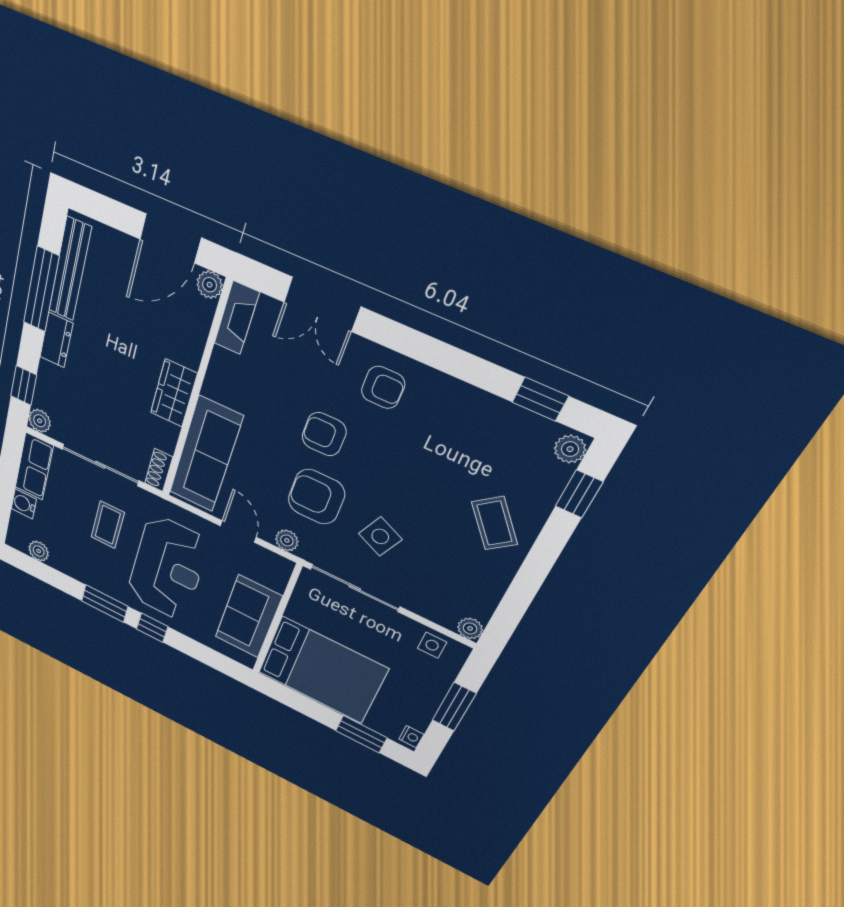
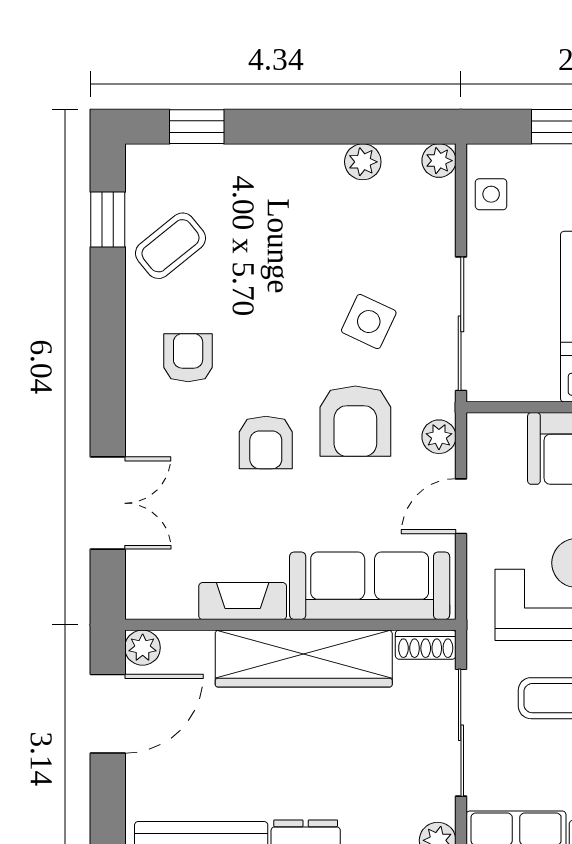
door: (170, 238) -> (108, 714), hinge flipped
fireplace: (237, 318) -> (243, 601), moved
armchair: (383, 387) -> (188, 358), moved
wardrobe: (174, 393) -> (304, 659), width x2.10, depth x1.17
plant: (570, 449) -> (363, 162), moved
coffee table: (494, 523) -> (171, 246), moved

